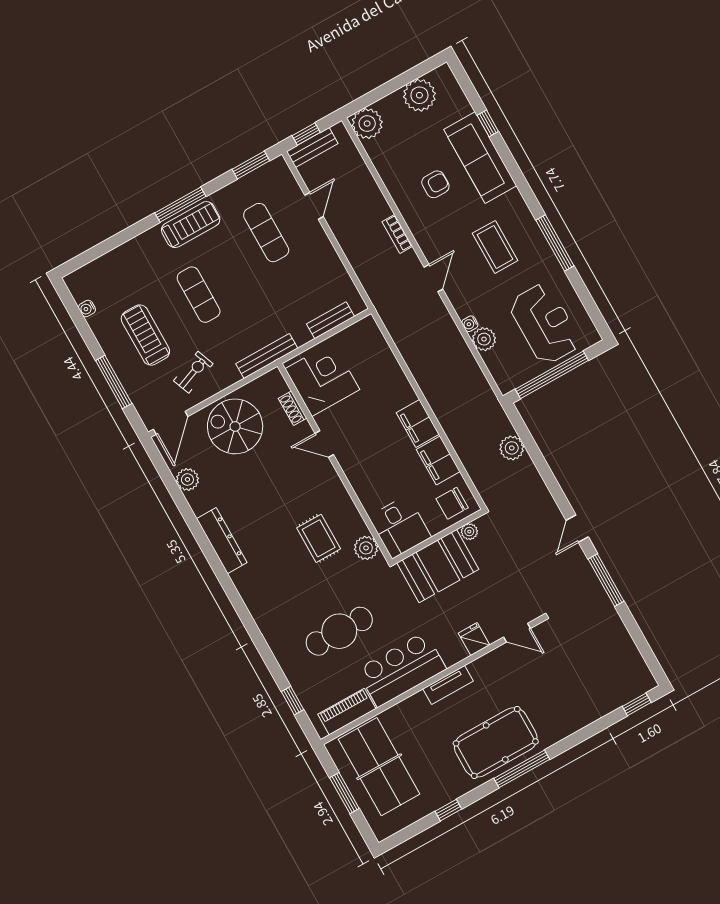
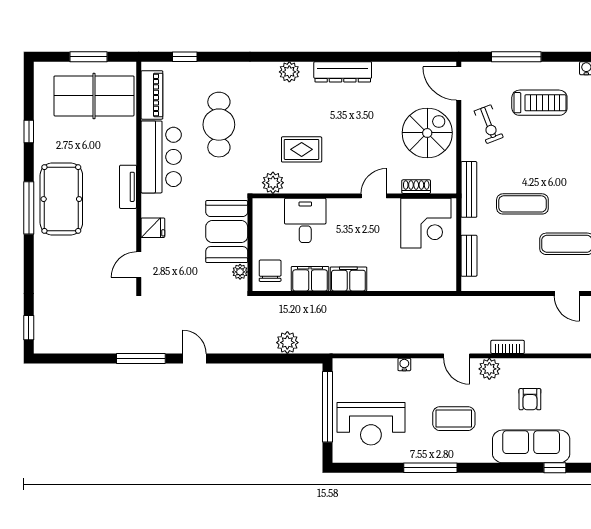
exercise mat: (199, 295) -> (522, 204), moved
plant: (484, 339) -> (489, 369), moved
plant: (187, 479) -> (289, 72), moved
desk: (400, 527) -> (305, 220), moved, turned 90

